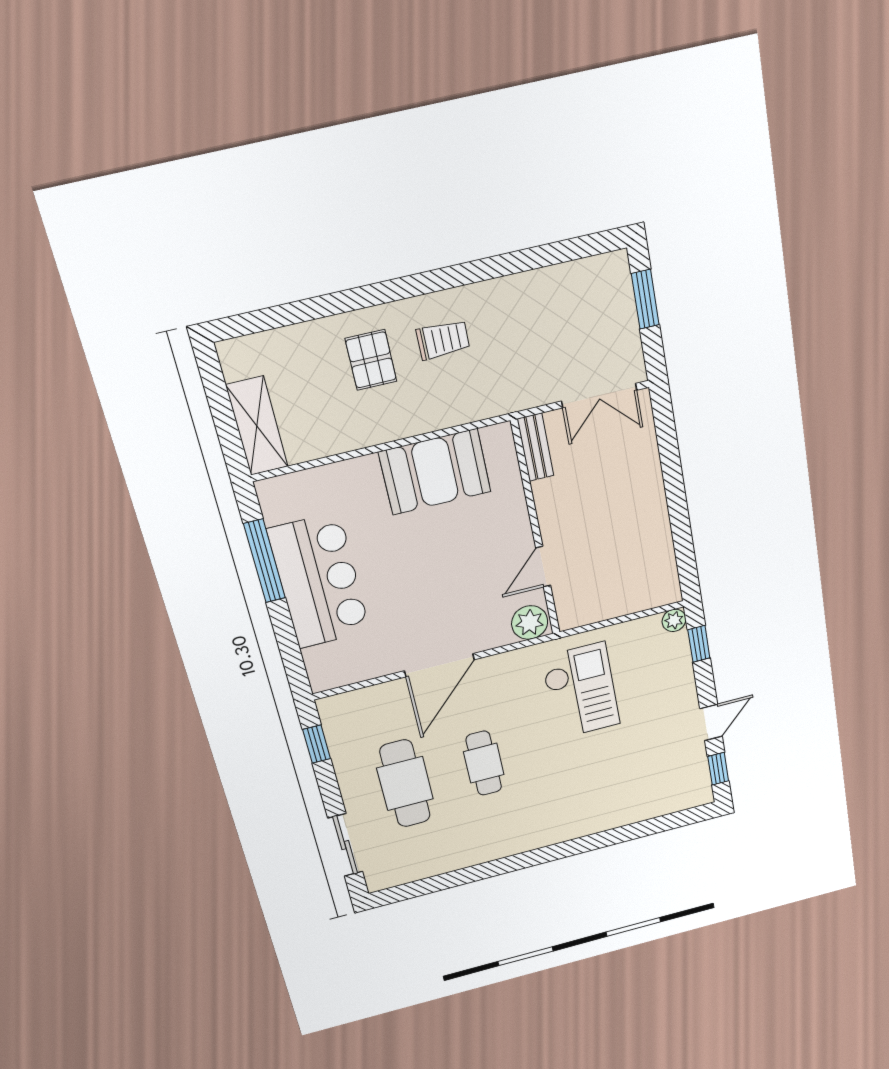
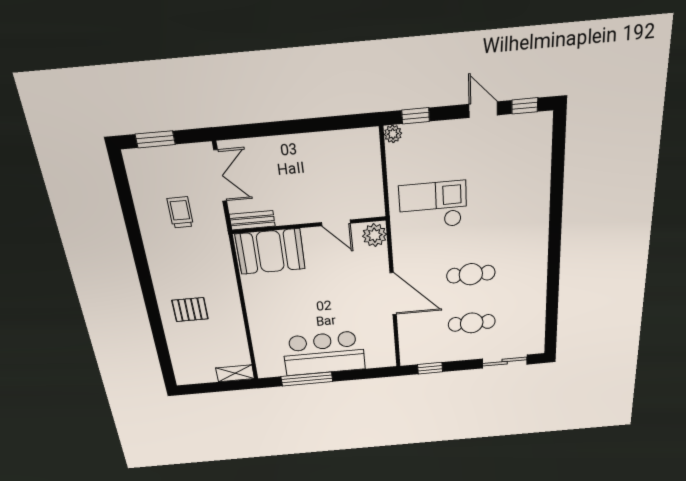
trolley: (443, 340) -> (180, 212), moved
shelving: (257, 426) -> (235, 373), width x0.67, depth x0.75
booth: (435, 472) -> (270, 251), moved, turned 90
cafe table: (405, 784) -> (472, 323), width x0.73, depth x0.74

